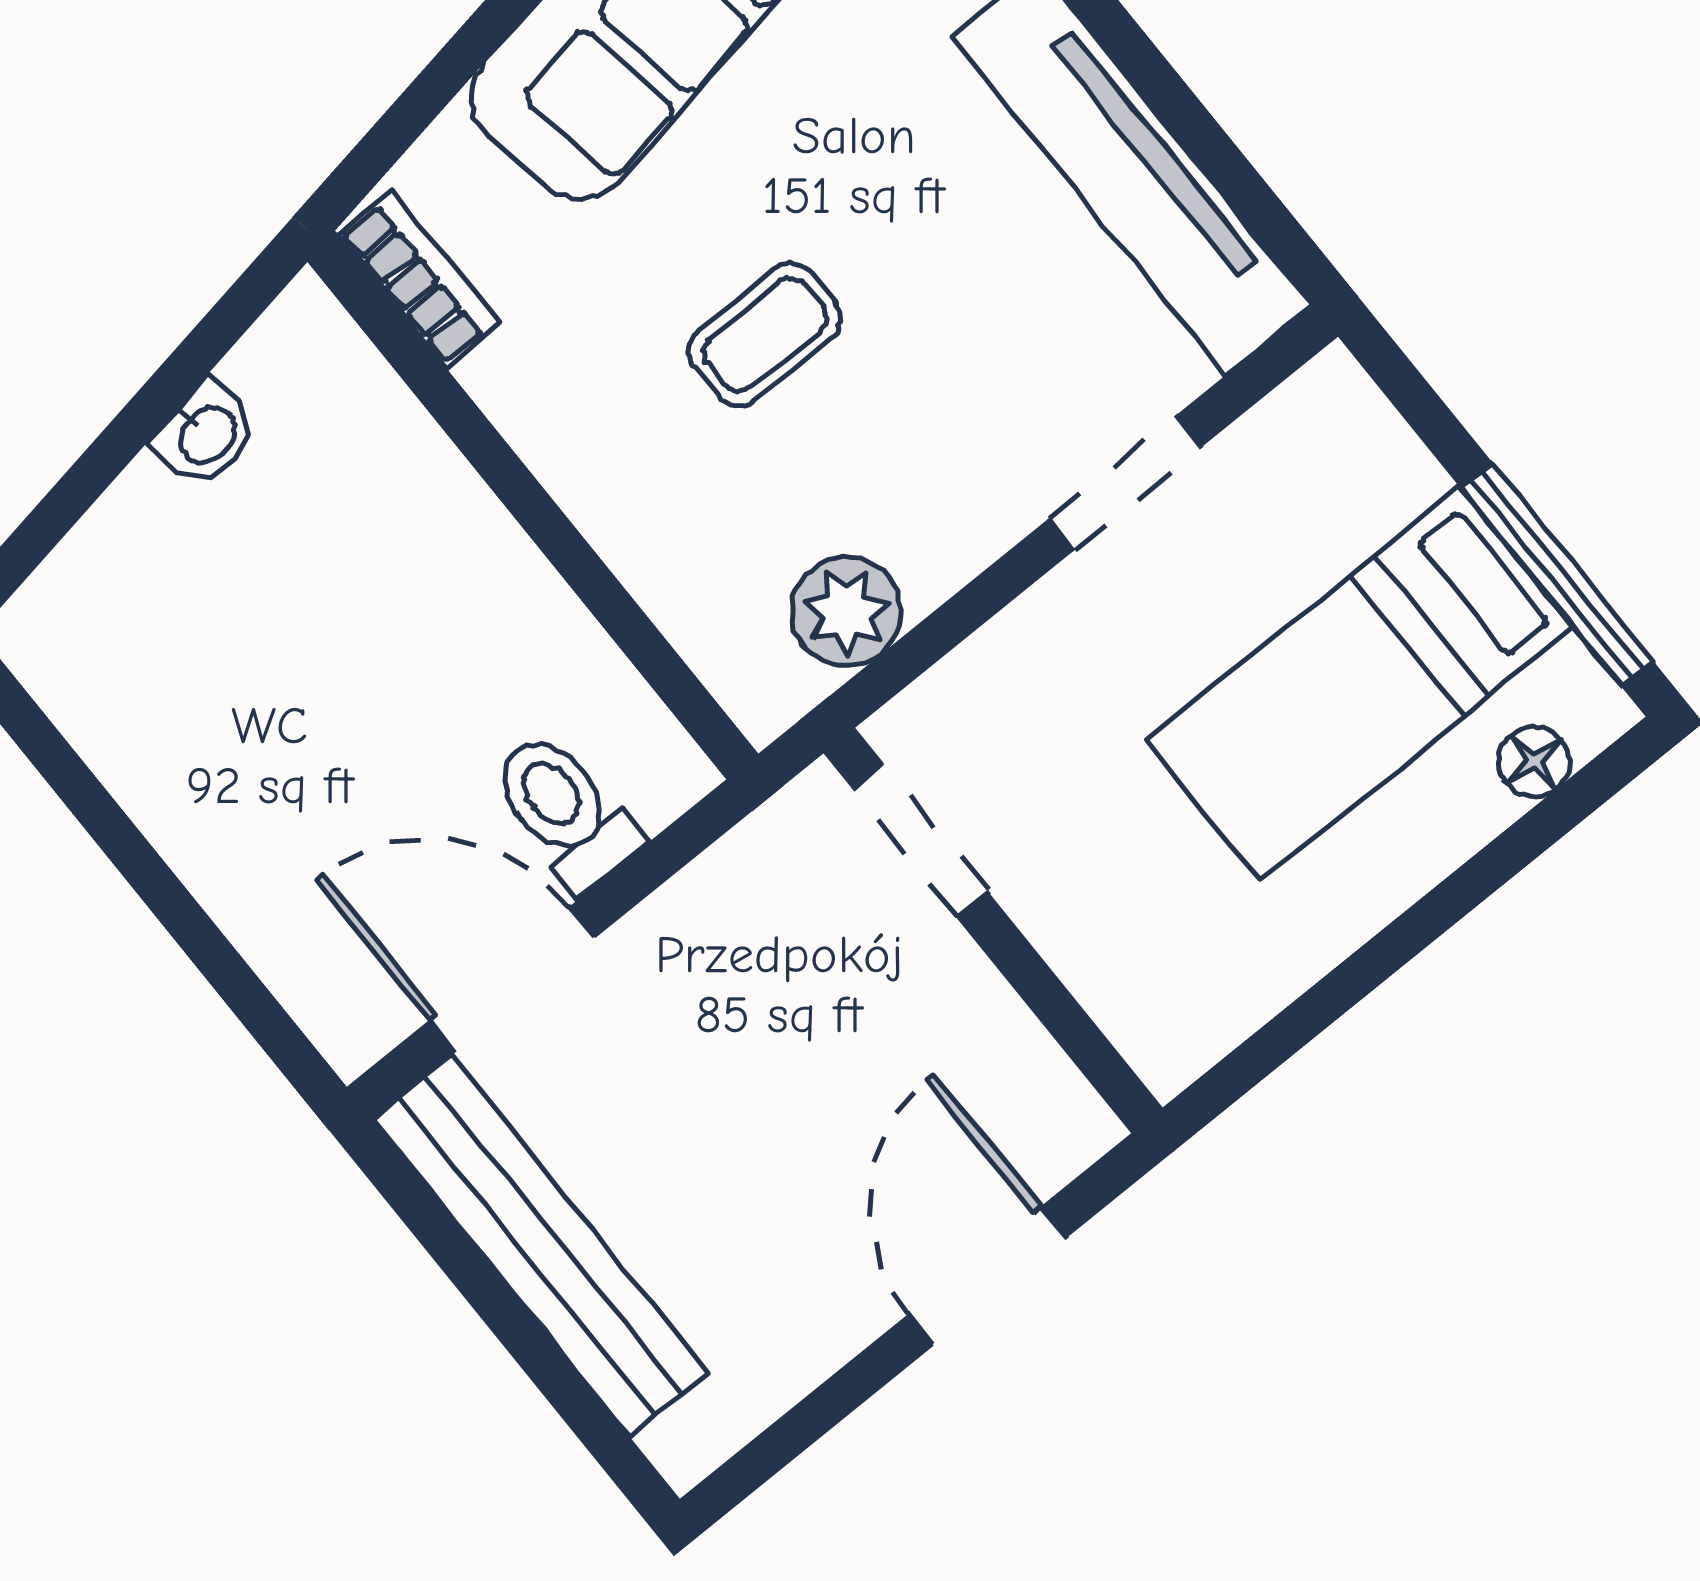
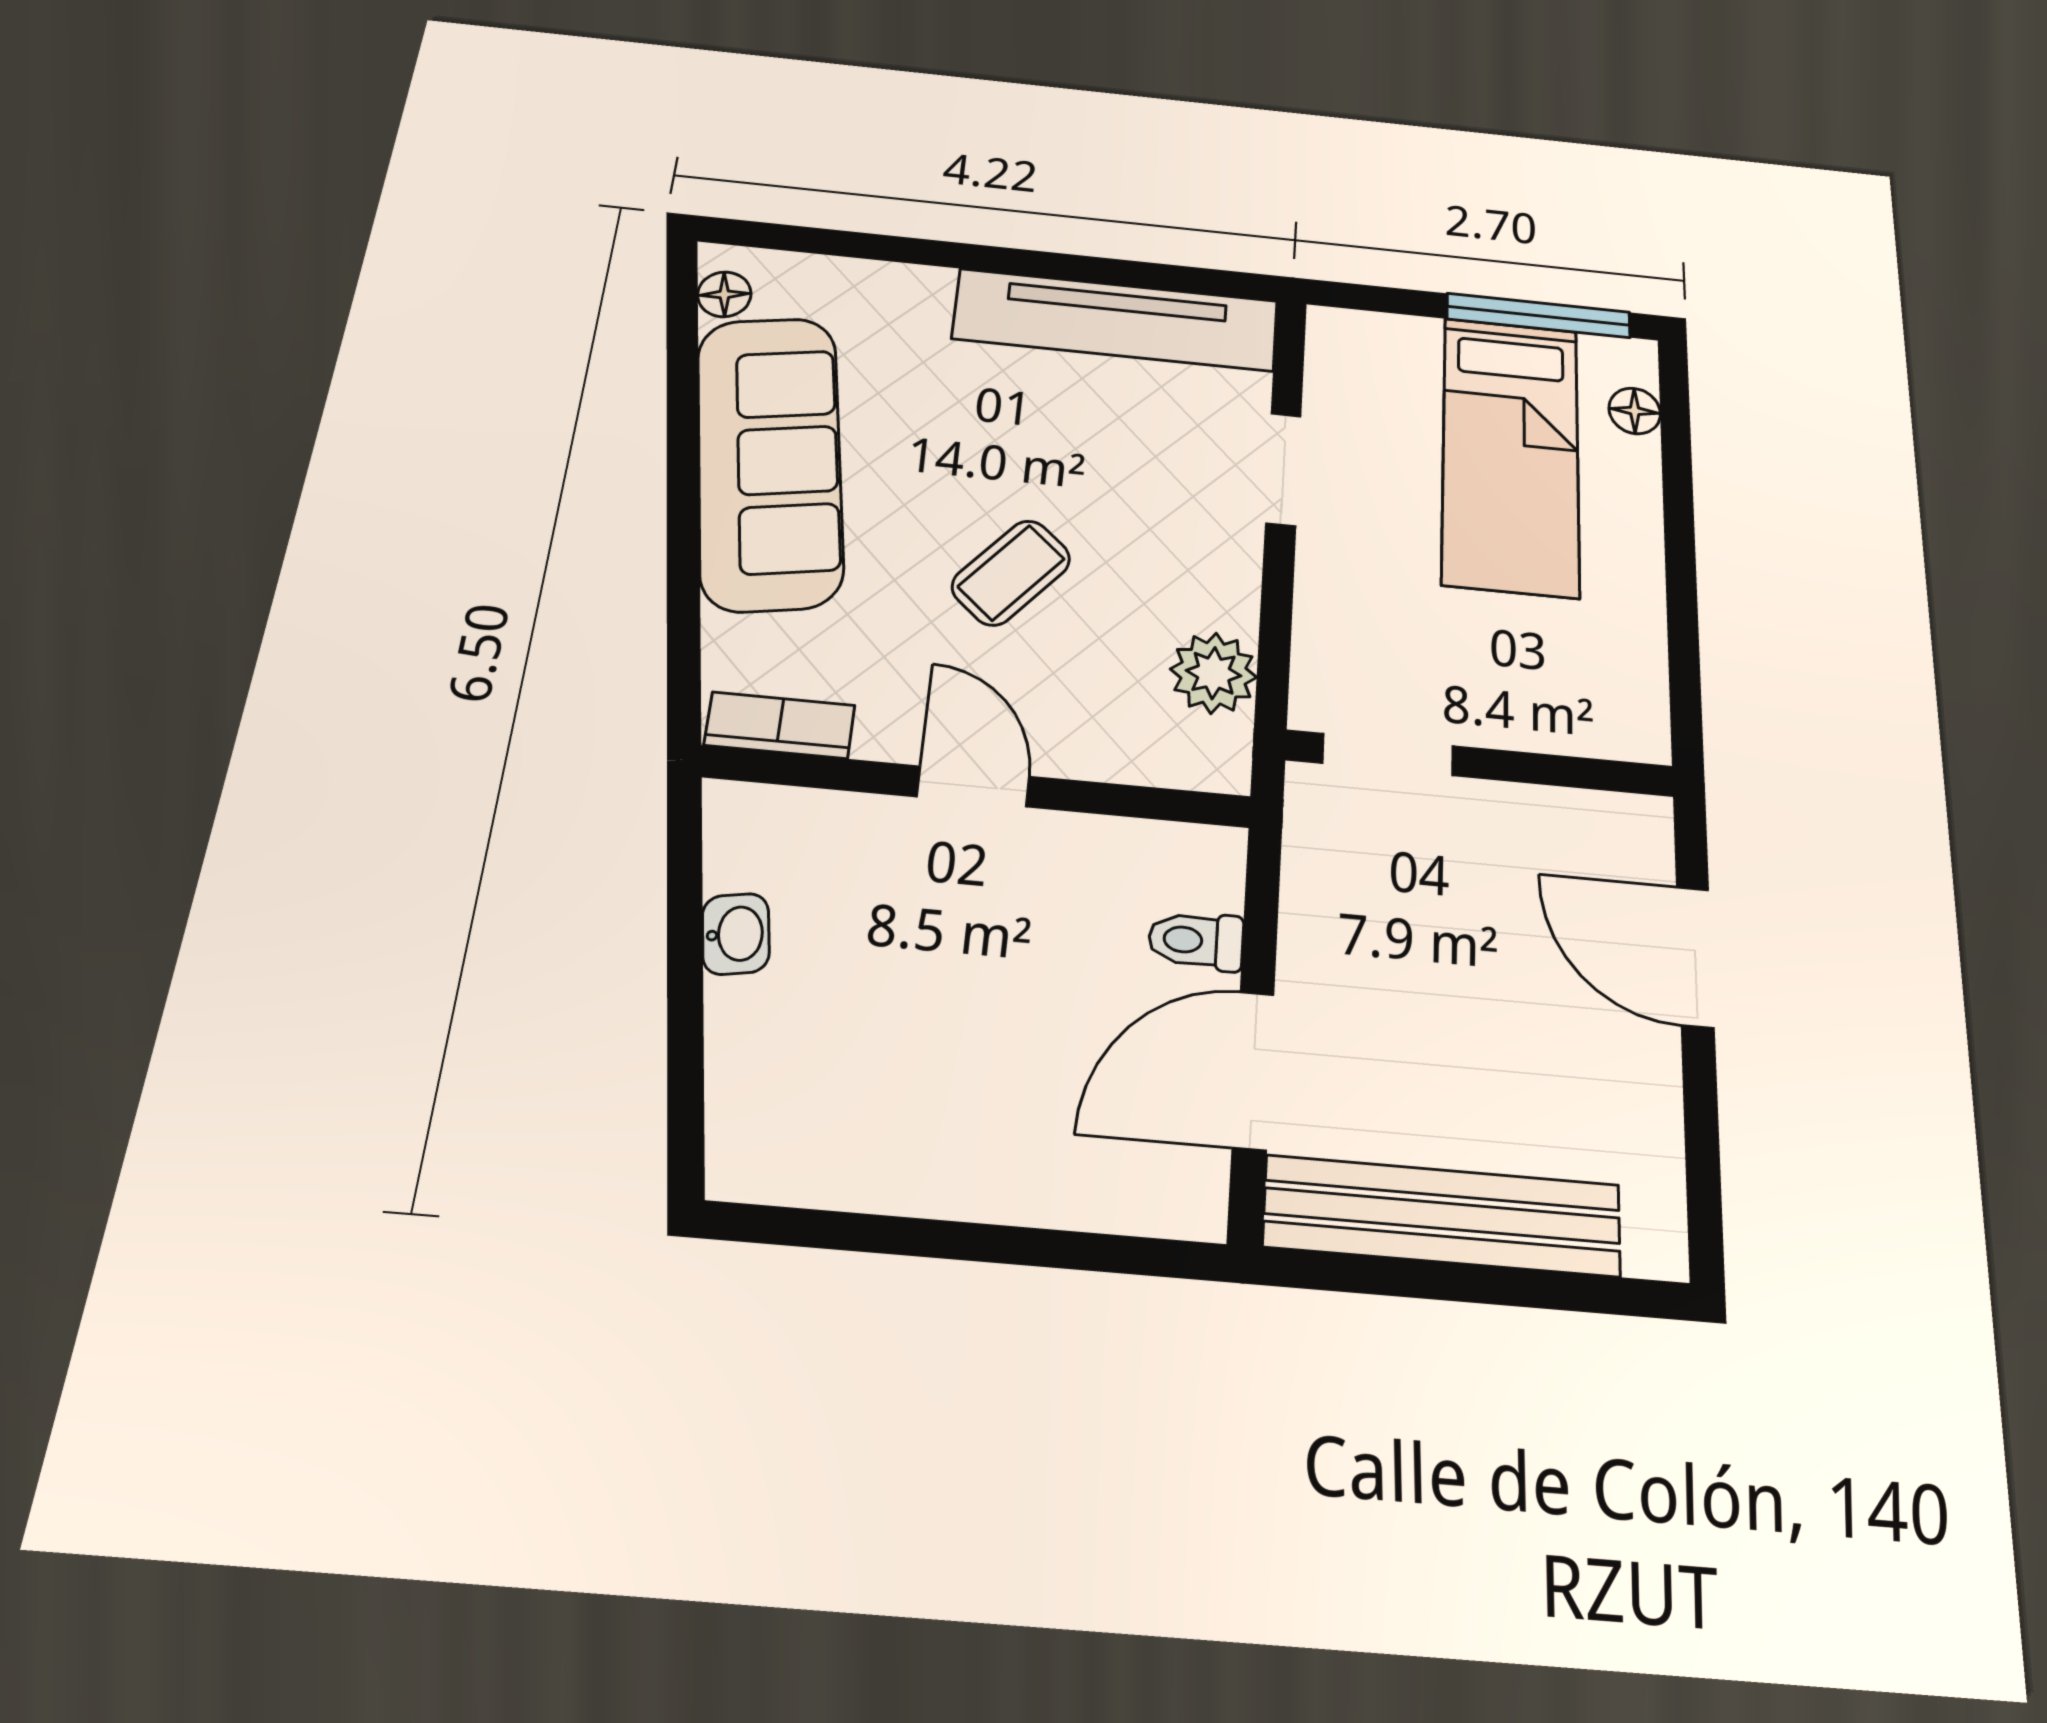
coffee table: (765, 335) -> (1011, 573), turned 41
door: (529, 503) -> (973, 786), added
toilet: (565, 811) -> (1196, 941), width x0.73, depth x0.72

